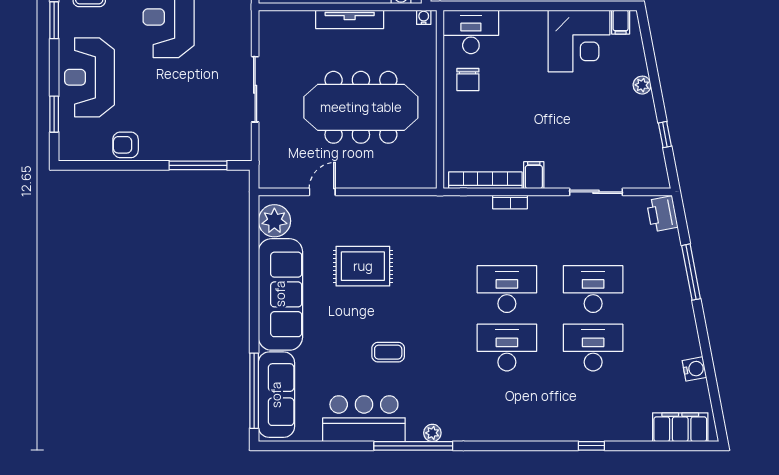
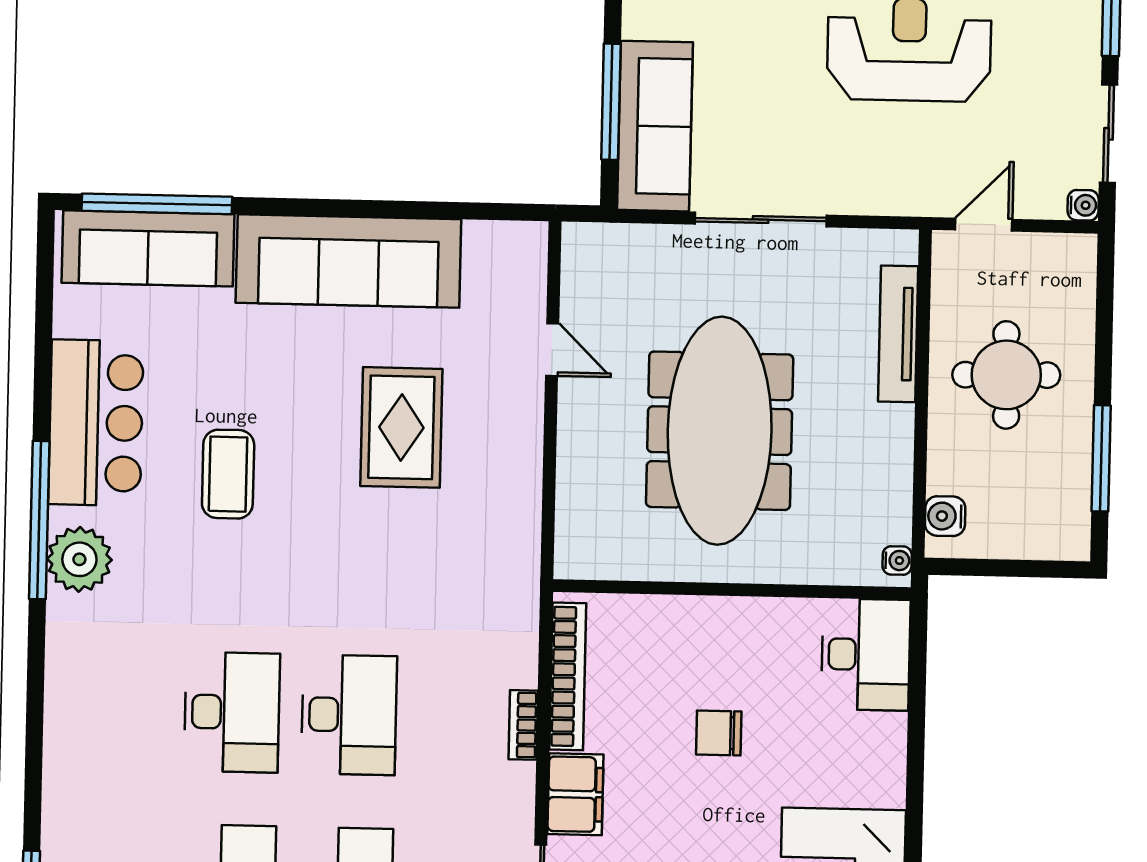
tv unit: (350, 19) -> (898, 334), moved
chair: (468, 80) -> (719, 733), moved
sofa: (210, 143) -> (655, 126), added
filing cabinet: (534, 175) -> (575, 794), width x2.00
plant: (274, 221) -> (496, 252), removed
coffee table: (388, 352) -> (228, 474), width x1.36, depth x1.30
plant: (432, 433) -> (79, 559), width x1.88, depth x1.88

